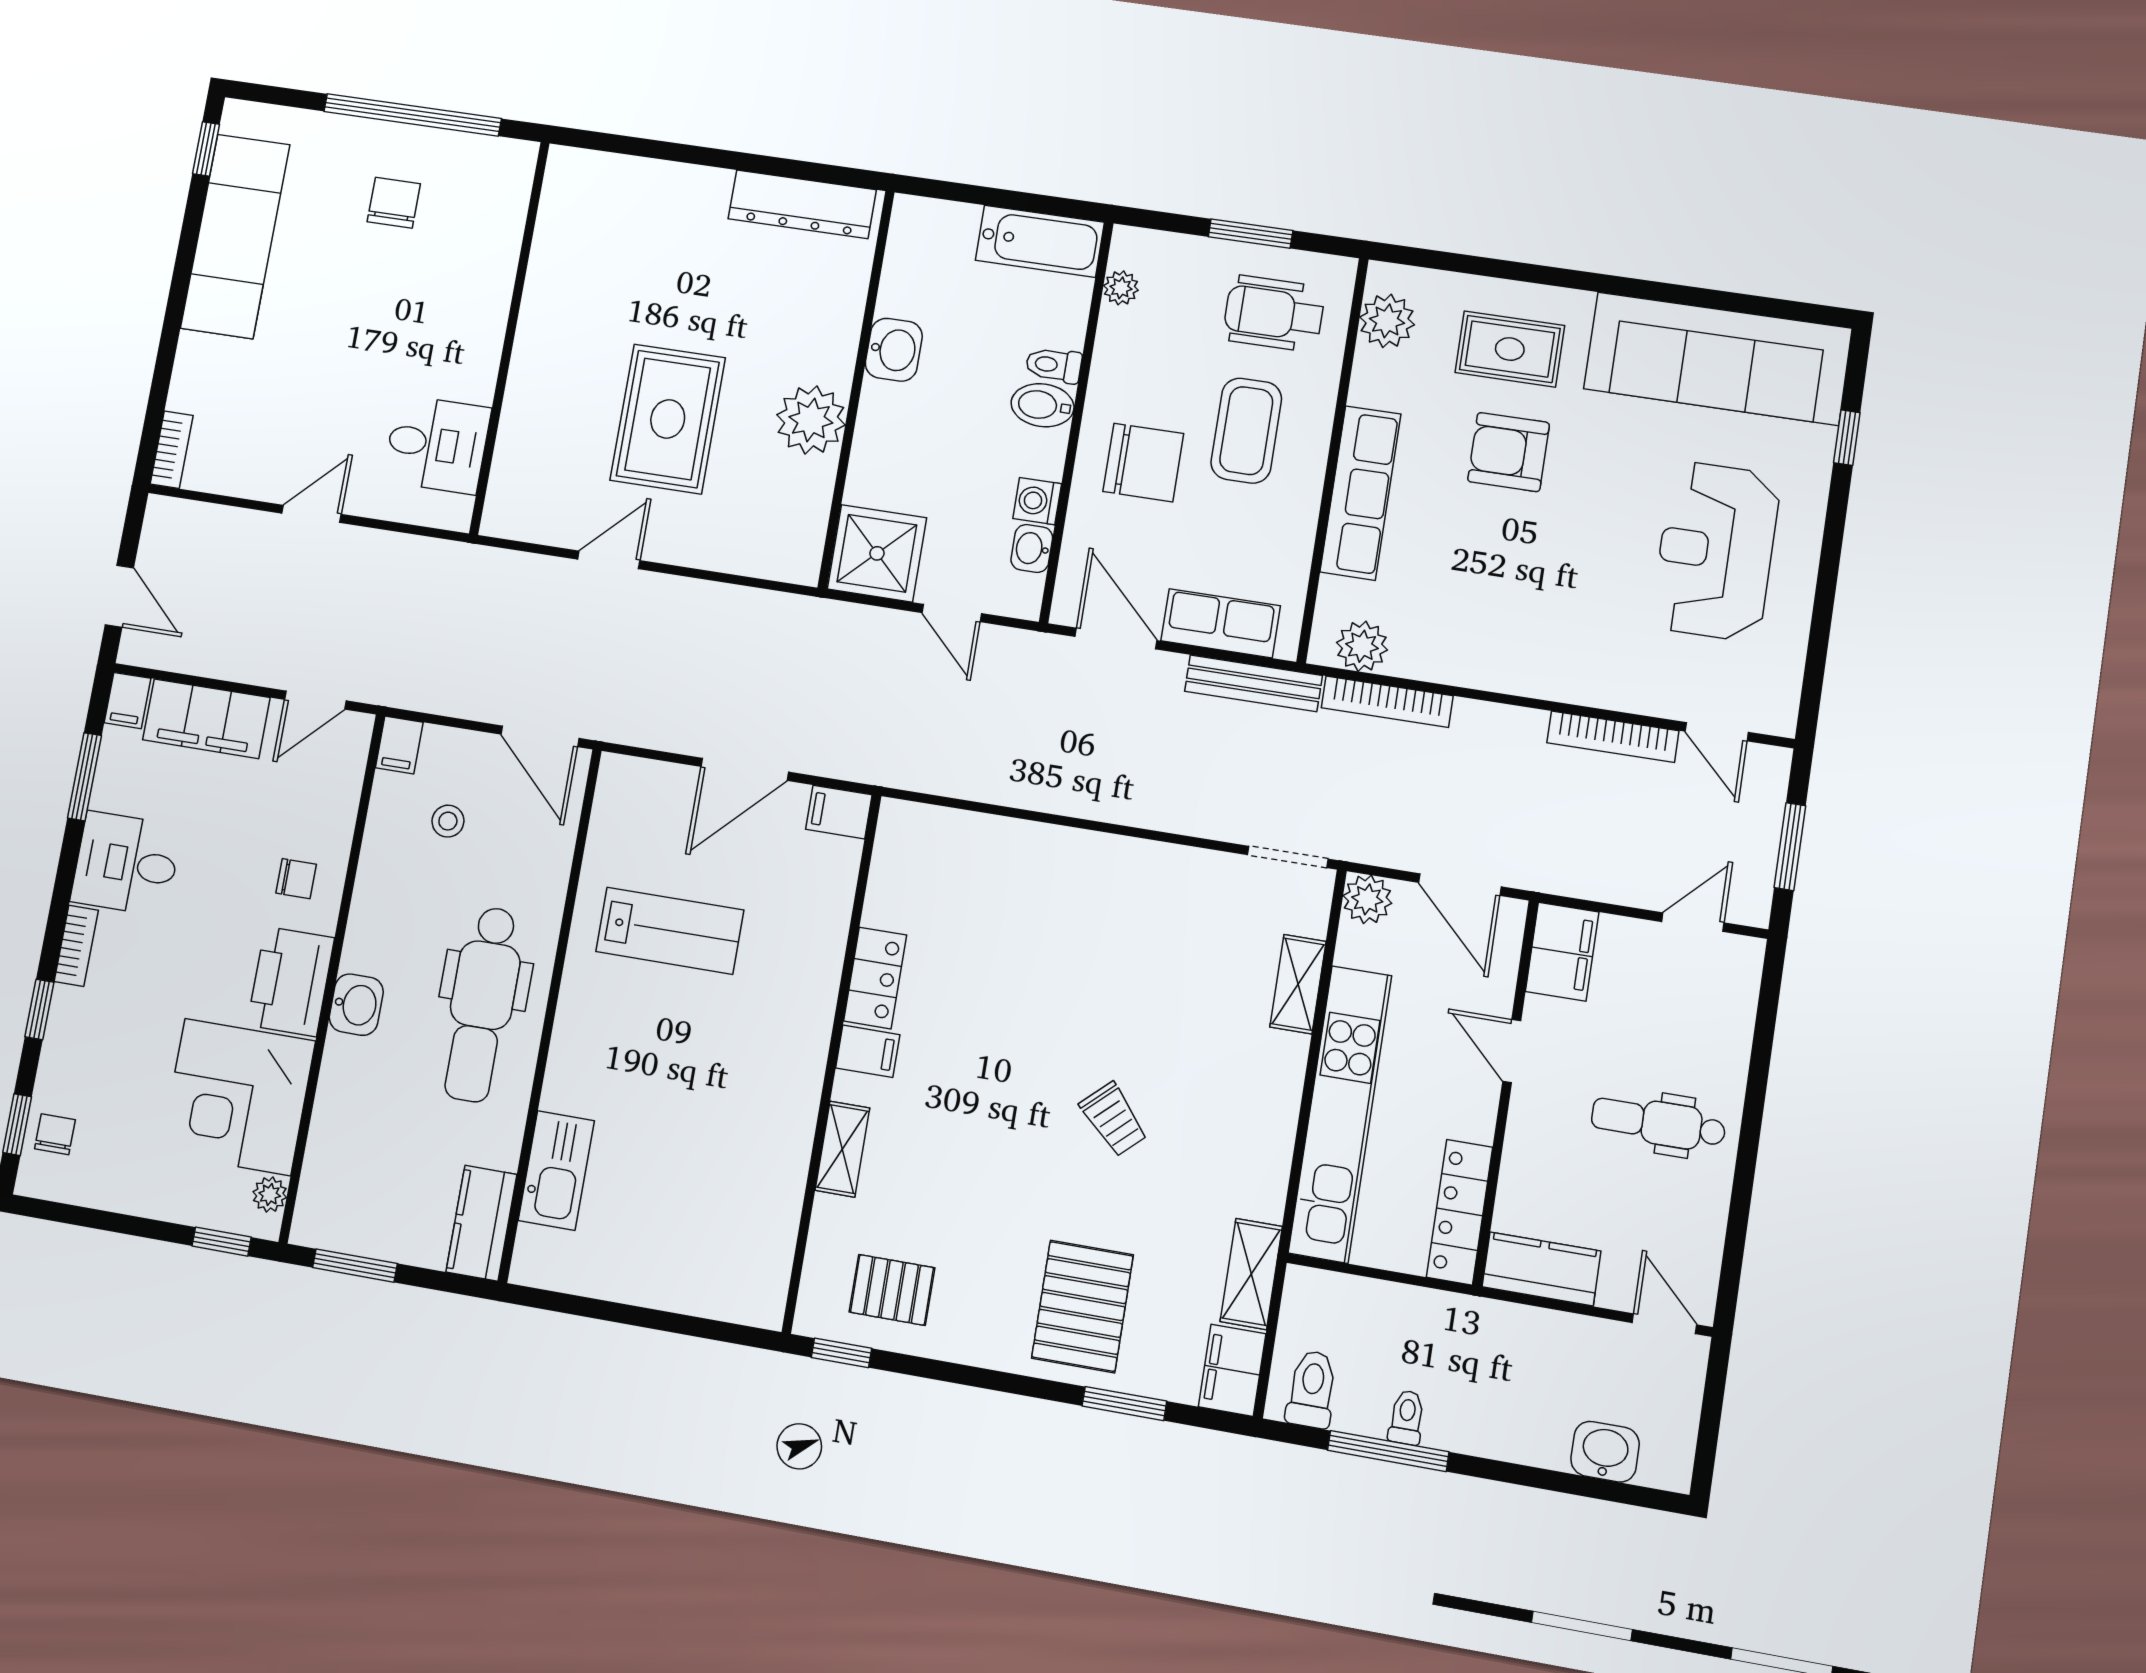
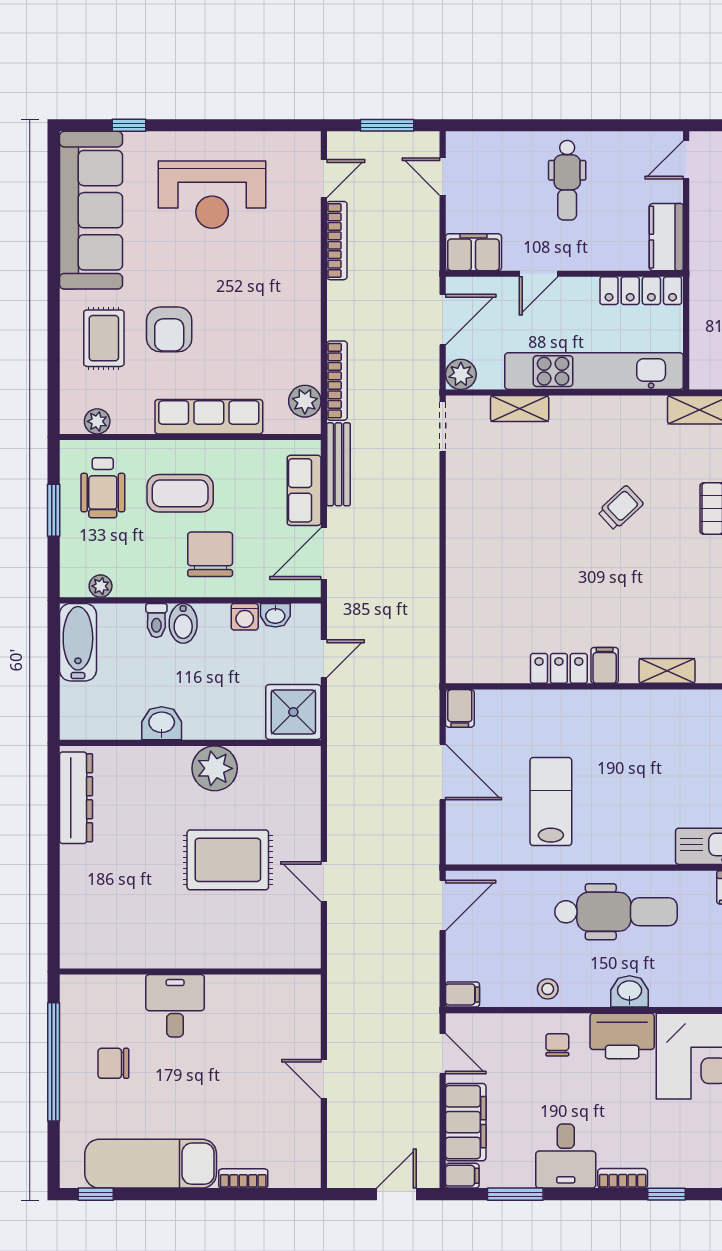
plant: (1387, 321) -> (97, 421), width x0.73, depth x0.73
desk: (437, 445) -> (175, 1006), moved
bookcase: (172, 450) -> (243, 1178), moved
stool: (448, 821) -> (548, 989), moved

